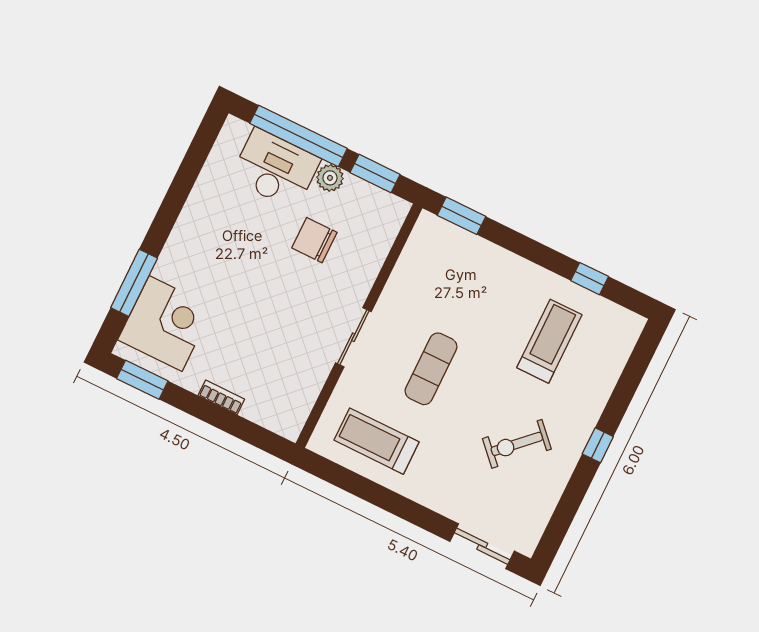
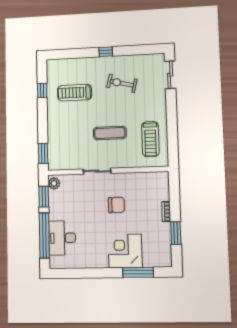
plant: (330, 178) -> (54, 183), moved
chair: (314, 240) -> (116, 205), moved, turned -90
corner desk: (166, 324) -> (125, 251), moved
sliding door: (353, 337) -> (97, 171), moved
window: (142, 380) -> (176, 233), moved
exercise bike: (517, 444) -> (122, 83), turned 148

